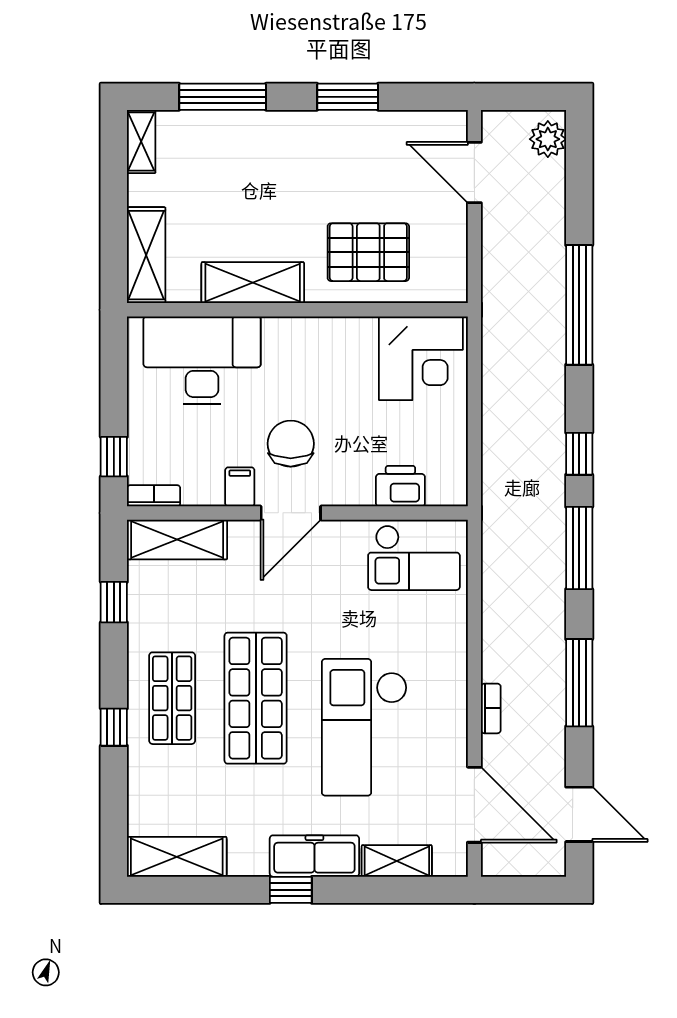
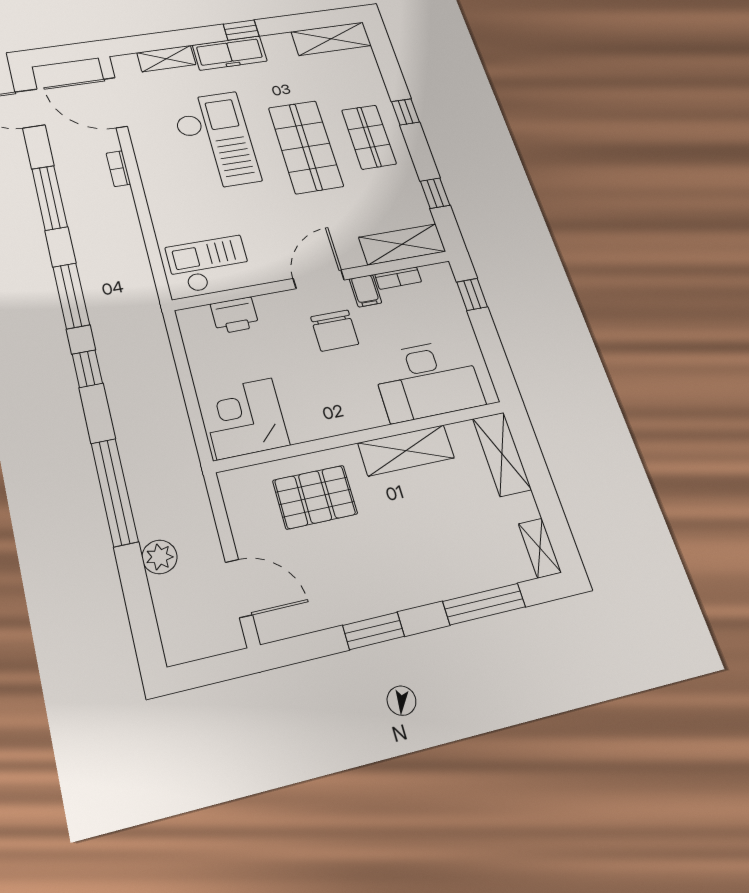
plant: (548, 139) -> (160, 557), moved
bookcase: (154, 496) -> (398, 278), moved

